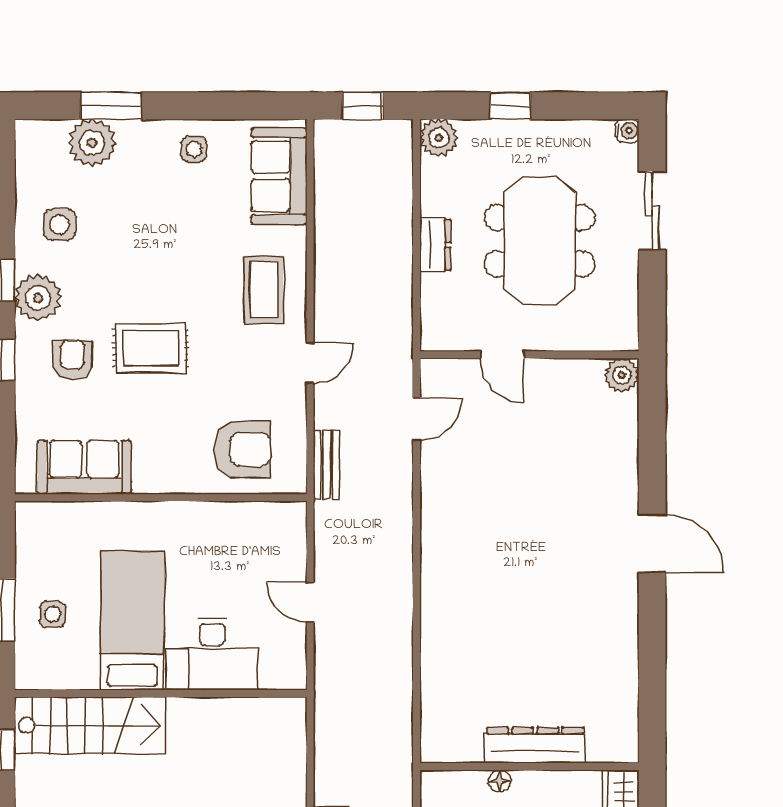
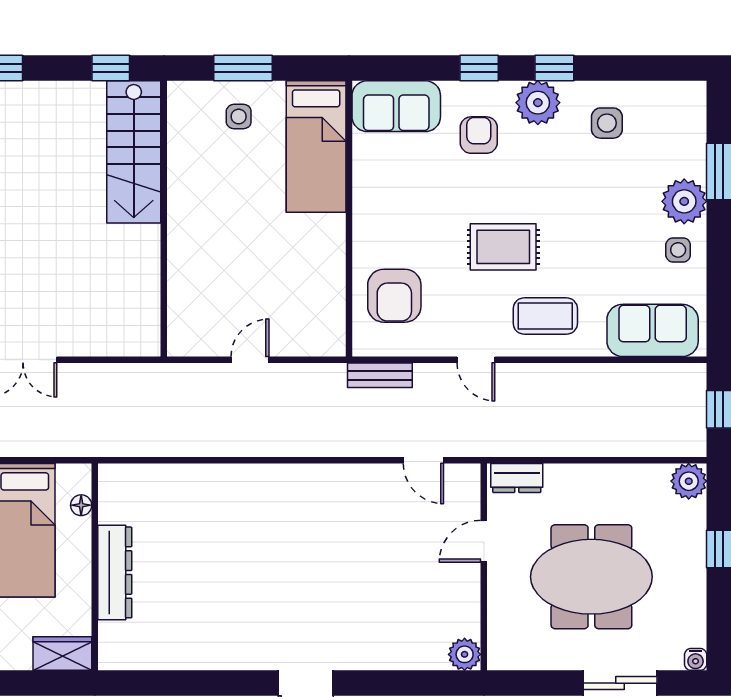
plant: (92, 143) -> (684, 201), moved
dresser: (435, 245) -> (517, 478), moved
rug: (151, 348) -> (503, 247), moved, turned 90
armchair: (72, 360) -> (479, 135), turned -90
sofa: (84, 467) -> (396, 106), moved, turned 90
bed: (132, 620) -> (316, 147), moved, turned 90
desk: (212, 654) -> (201, 267), removed
floor lamp: (500, 781) -> (81, 505), moved

